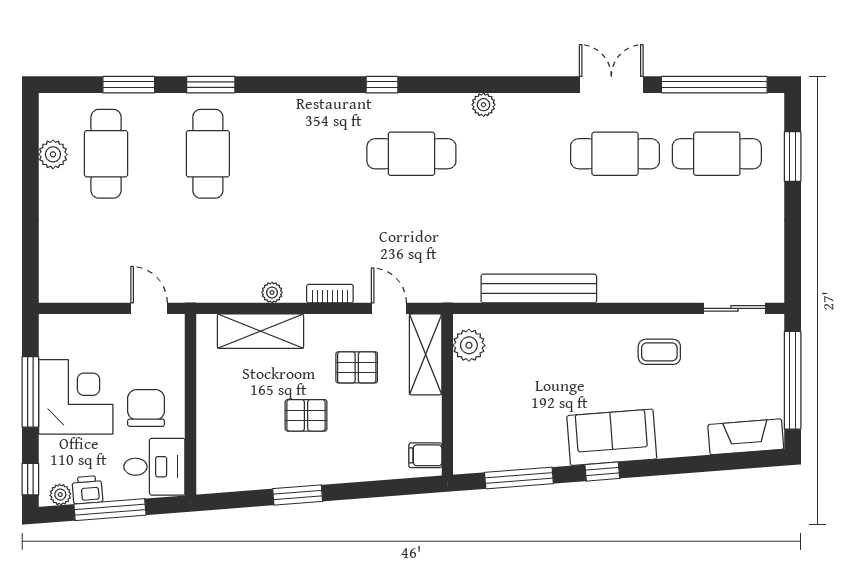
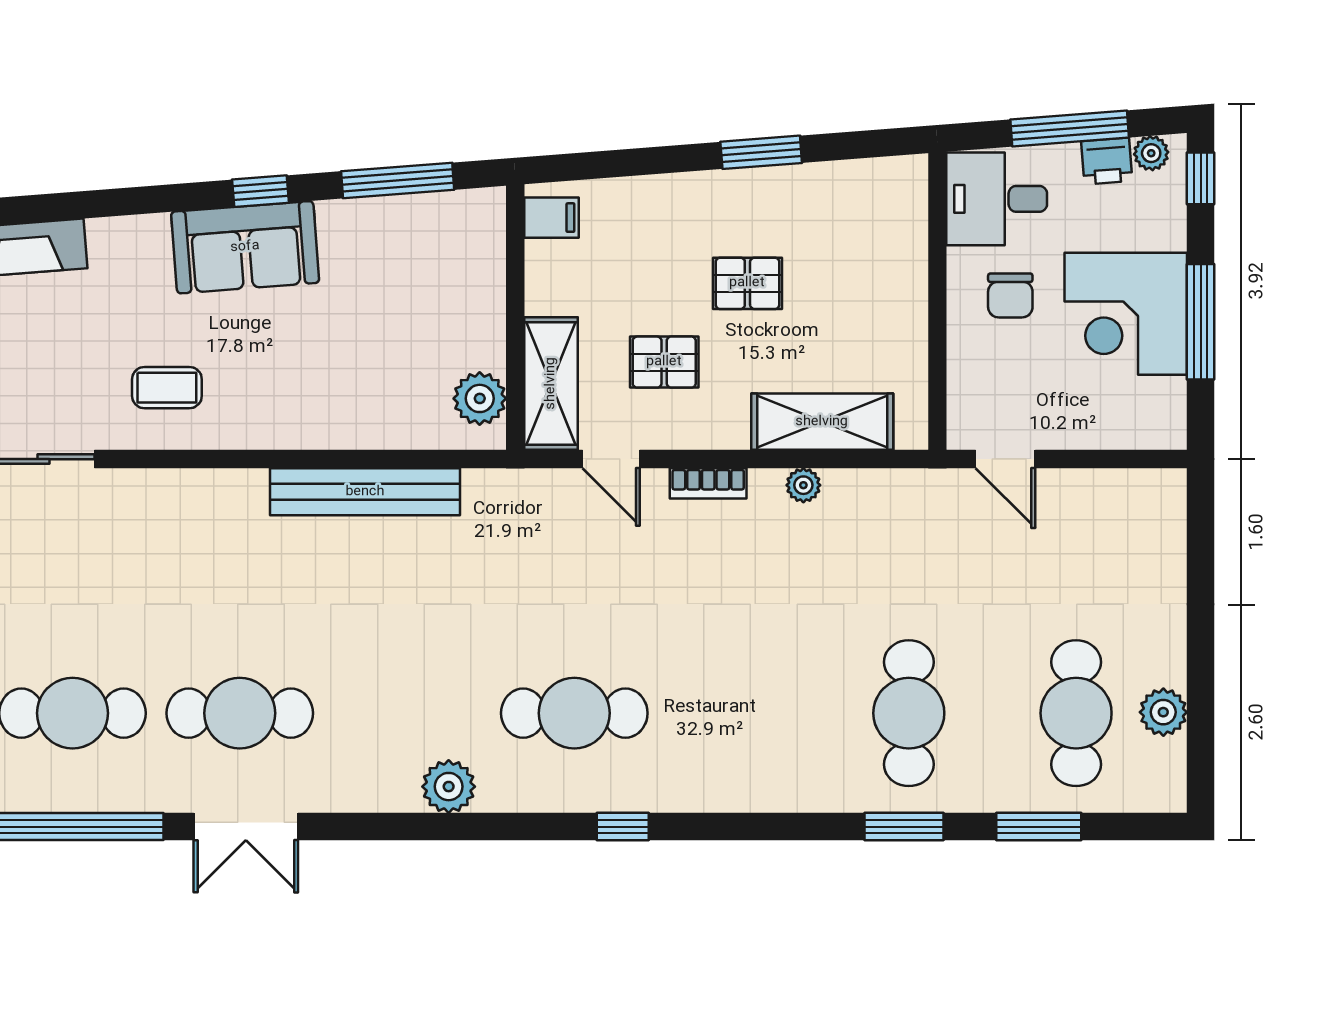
plant: (484, 105) -> (449, 787), width x1.38, depth x1.38
chair: (146, 408) -> (1010, 295), width x0.73, depth x0.73

